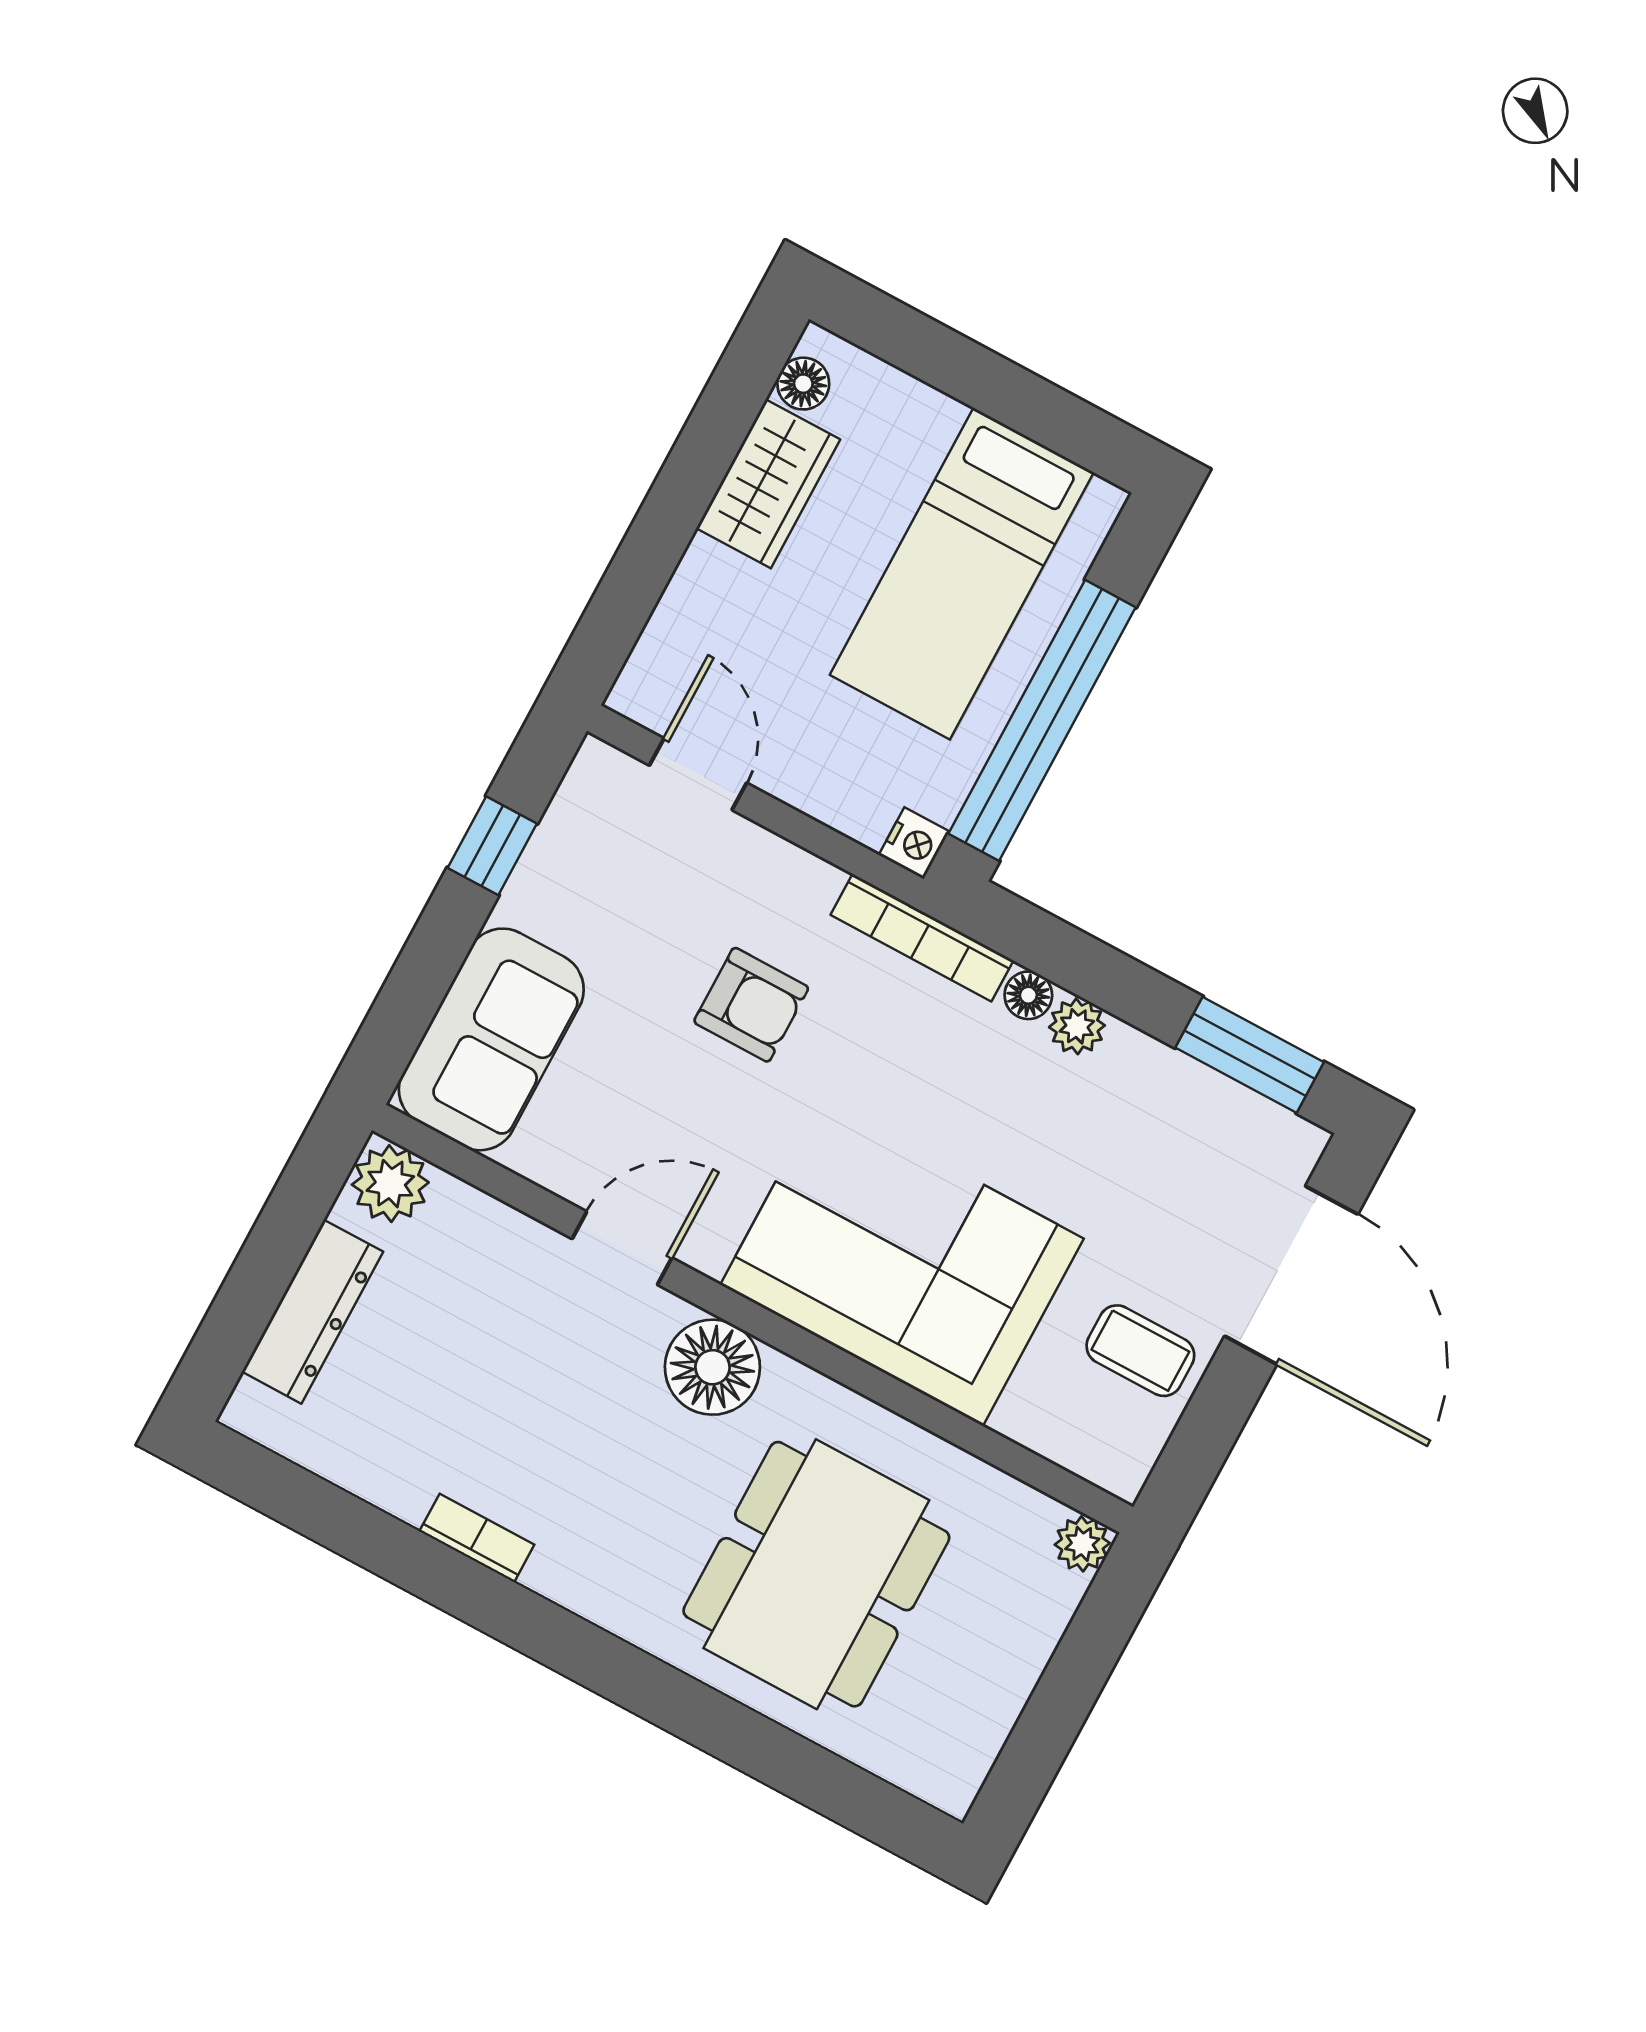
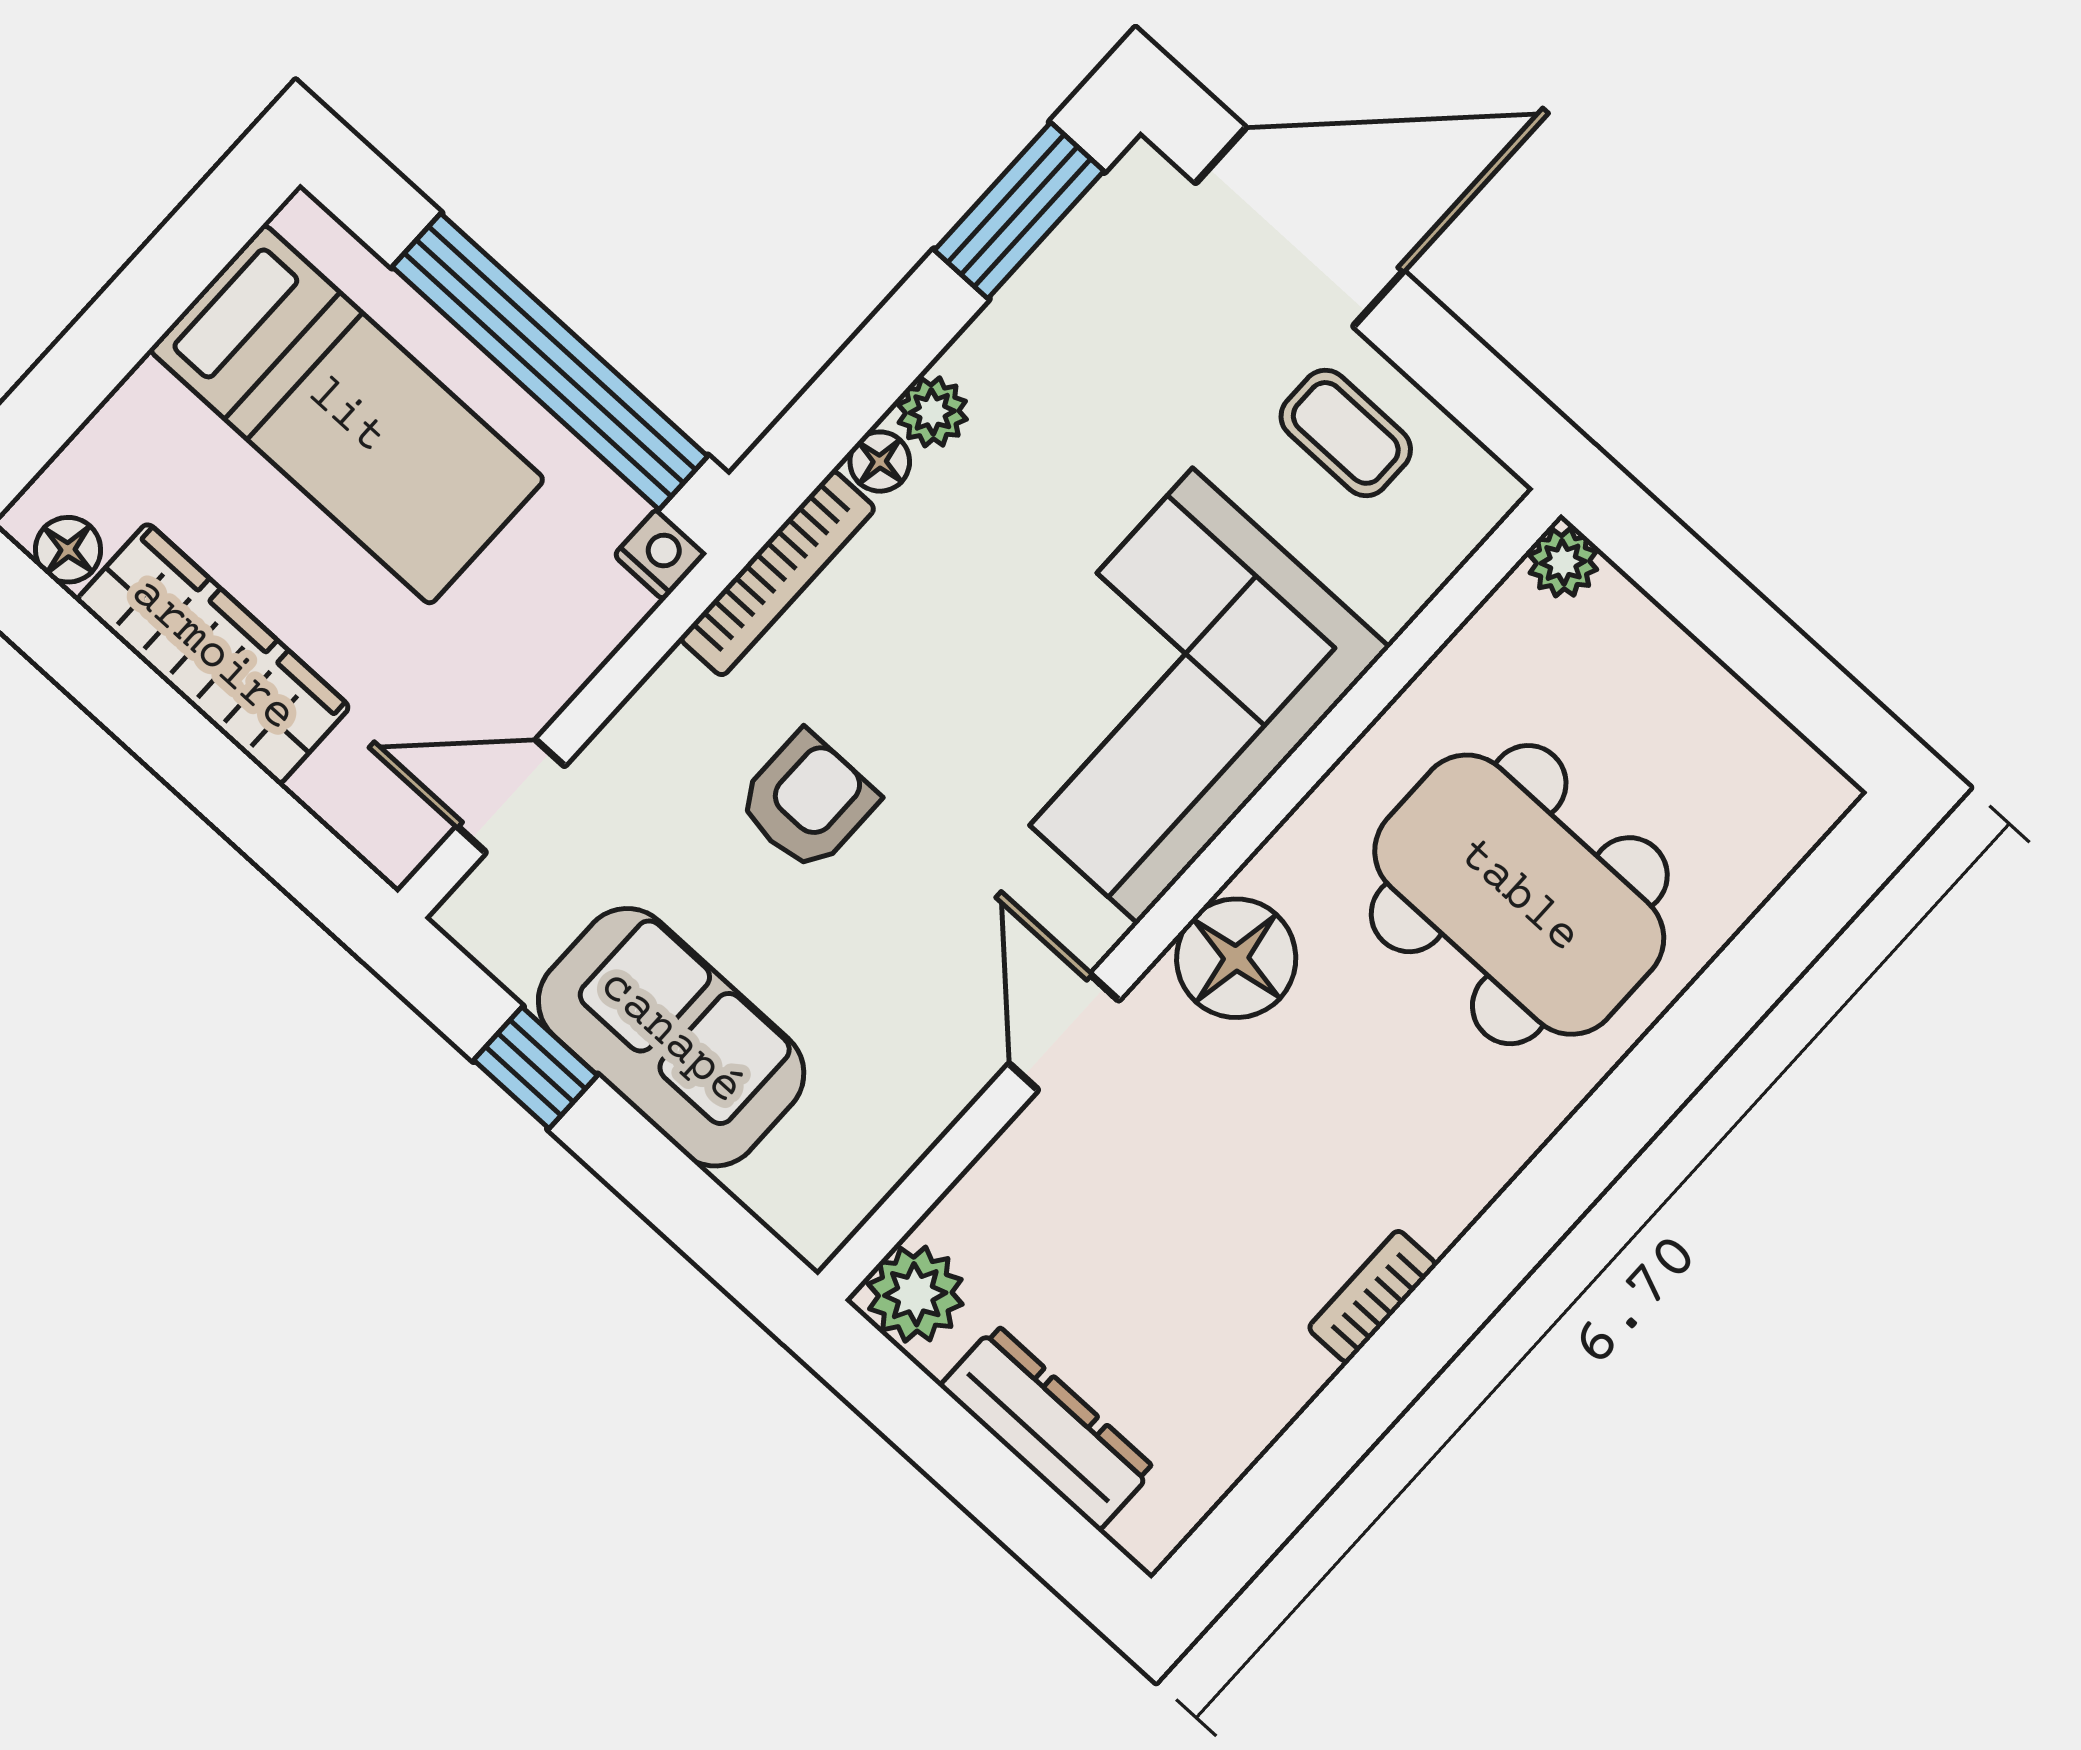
wardrobe: (768, 484) -> (213, 654), width x1.50
sofa: (491, 1039) -> (671, 1037), moved
coffee table: (1140, 1351) -> (1346, 433), turned 90

